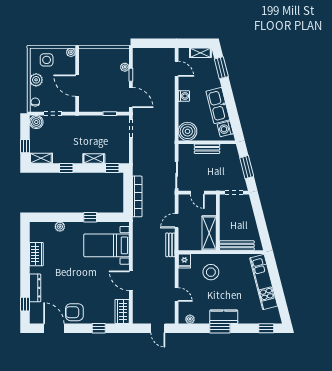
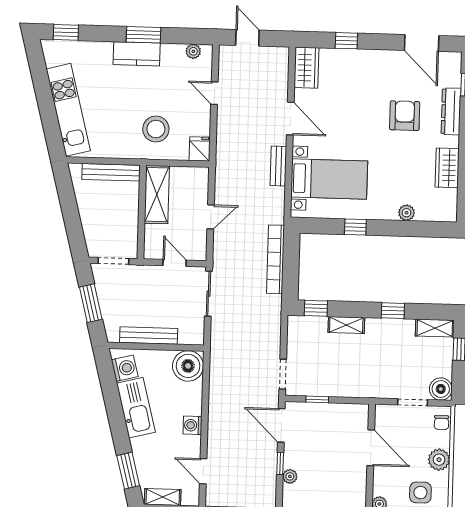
bench: (207, 149) -> (149, 336), width x1.36
bench: (170, 245) -> (278, 166), moved
armchair: (74, 312) -> (405, 116), moved, turned -90

